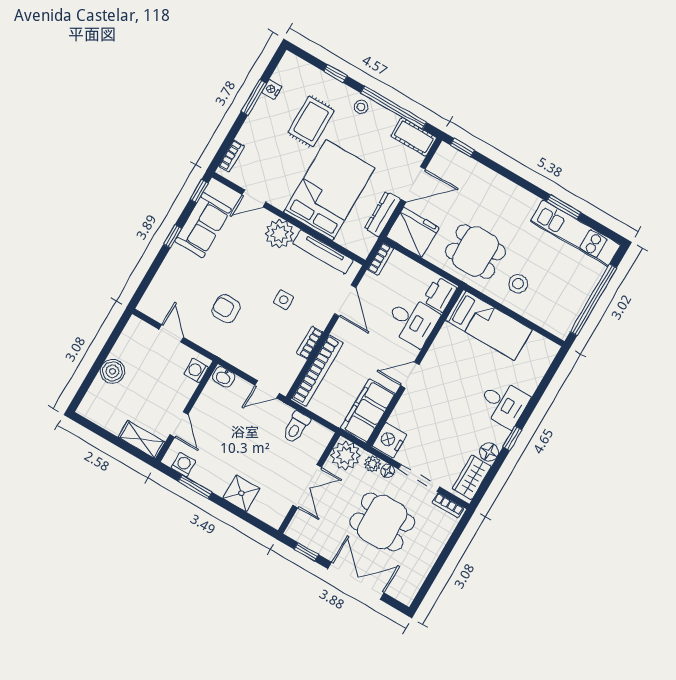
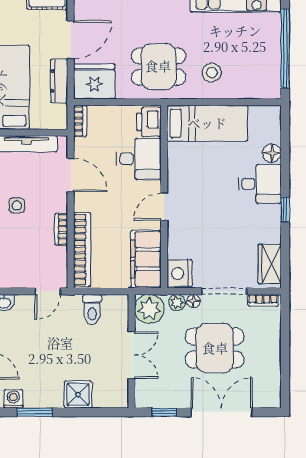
floor lamp: (489, 452) -> (272, 153), moved

